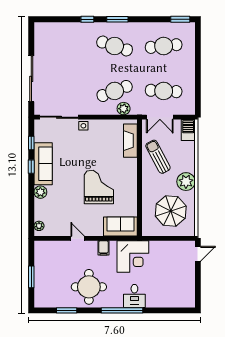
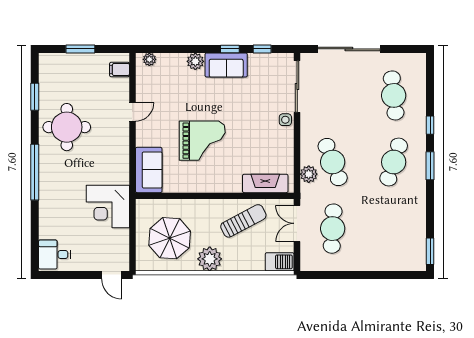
cafe table: (164, 46) -> (394, 95), moved
sofa: (43, 164) -> (226, 65), width x0.73
filing cabinet: (103, 248) -> (120, 69), moved
corner desk: (133, 256) -> (108, 206), moved
desk: (134, 296) -> (54, 254), moved

